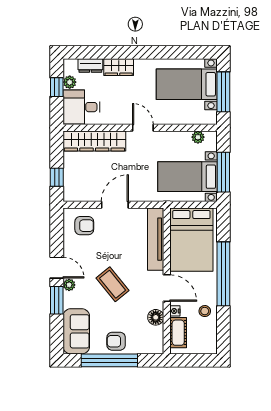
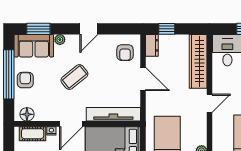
dresser: (76, 194) -> (152, 45), added
plant: (69, 285) -> (60, 40), moved
window: (57, 300) -> (38, 29), moved
floor lamp: (156, 317) -> (27, 114), moved

